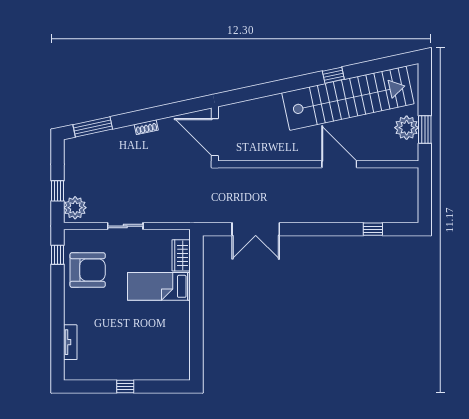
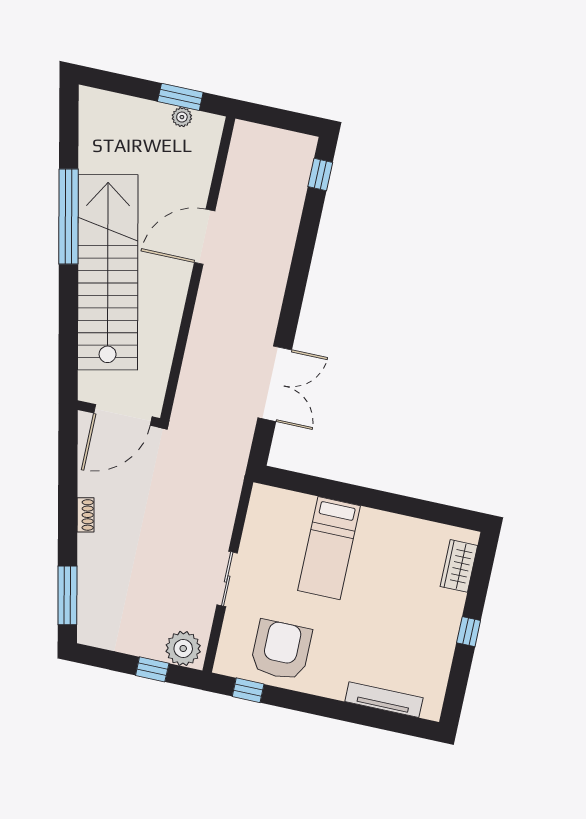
window: (333, 75) -> (69, 217), width x3.17
stairs: (348, 98) -> (108, 272), moved
plant: (407, 128) -> (182, 117), width x0.53, depth x0.53
window: (373, 229) -> (320, 175), moved
wardrobe: (181, 255) -> (459, 566), moved, turned 90
tv unit: (70, 342) -> (384, 700), width x1.41

